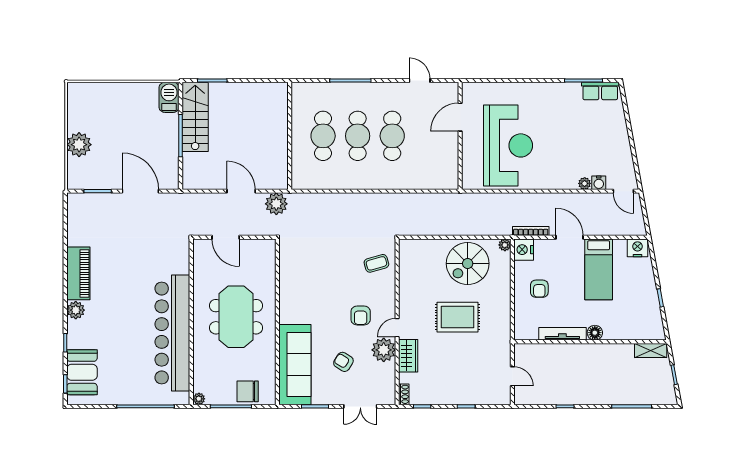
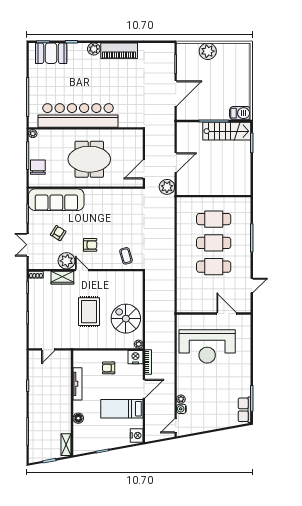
door: (226, 237) -> (144, 169), moved
armchair: (361, 315) -> (90, 245), turned 180
floor lamp: (595, 333) -> (78, 418), moved

